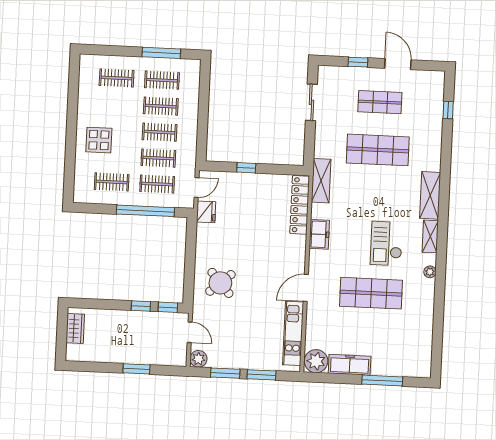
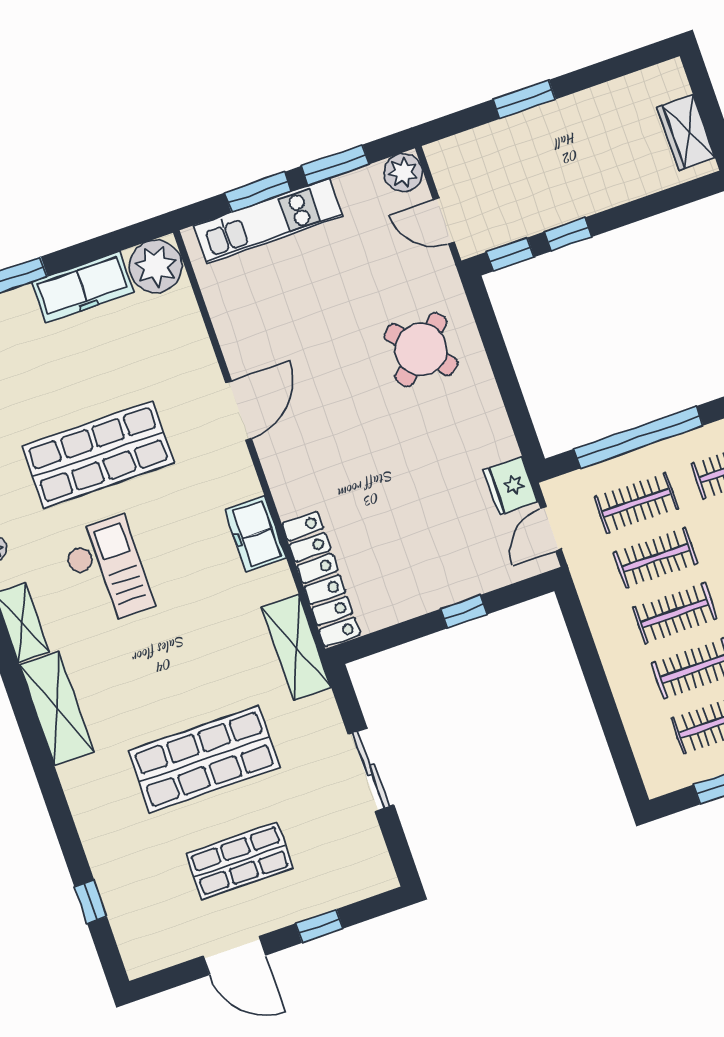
sliding door: (311, 102) -> (371, 770), moved
kitchen unit: (293, 333) -> (268, 221), moved, turned 90

